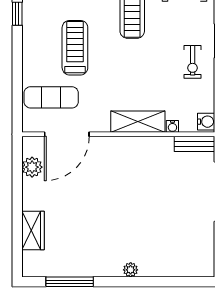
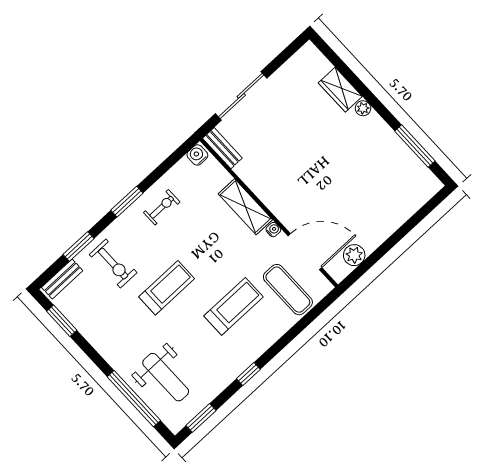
treadmill: (75, 48) -> (234, 306), turned 180
water cooler: (172, 126) -> (273, 230), moved
wardrobe: (33, 230) -> (340, 90), moved, turned -90

